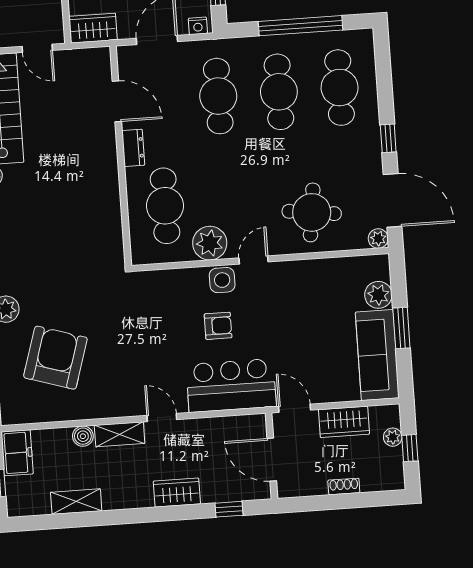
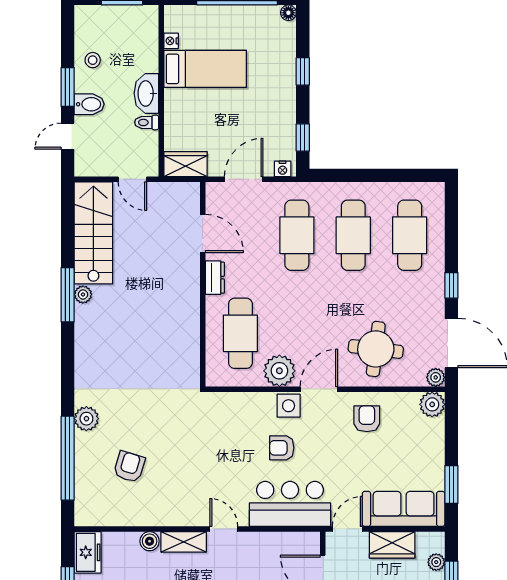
window: (301, 26) -> (378, 175), removed
door: (254, 260) -> (319, 389), width x1.38
armchair: (307, 288) -> (367, 419), added
plant: (378, 295) -> (432, 404), moved
armchair: (218, 326) -> (282, 448), turned 180
window: (401, 328) -> (451, 484), moved
sofa: (377, 355) -> (404, 509), moved, turned 90
armchair: (55, 358) -> (129, 467), width x0.53, depth x0.53
door: (295, 408) -> (347, 529), hinge flipped

